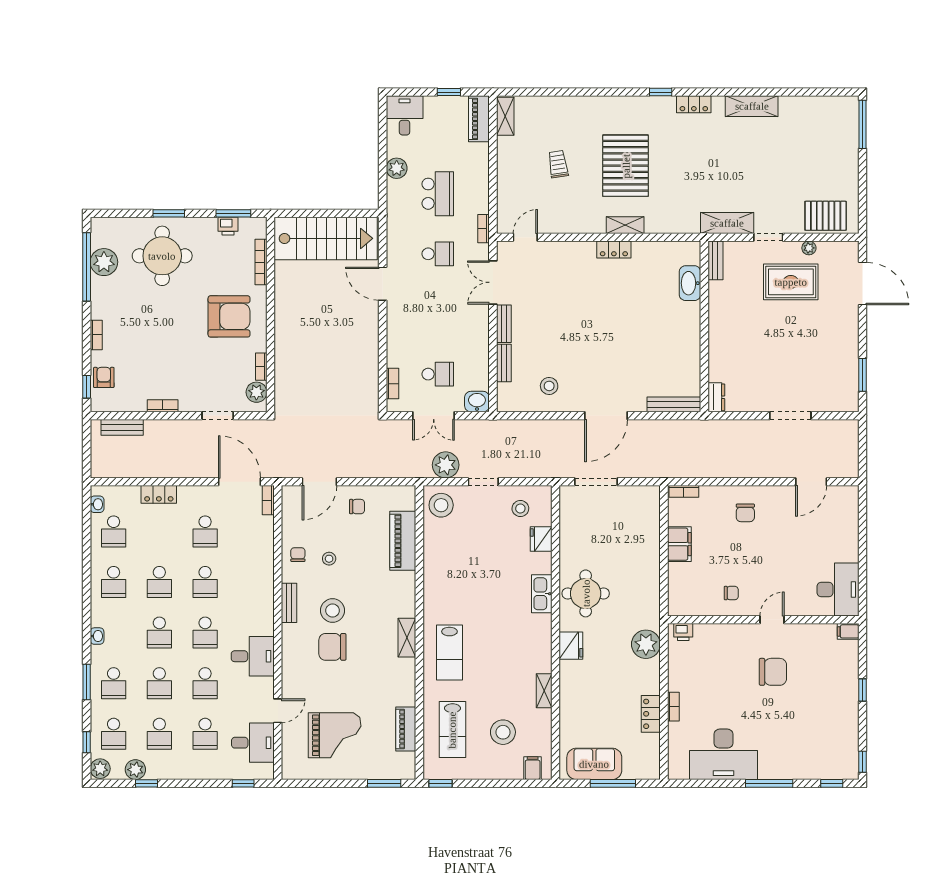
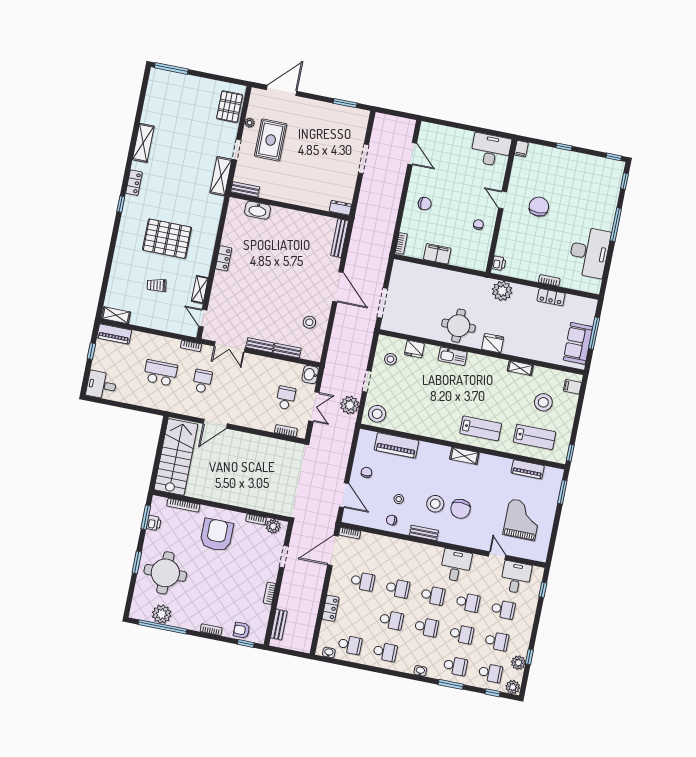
plant: (397, 168) -> (137, 398), removed
shelving: (625, 225) -> (200, 290), moved

